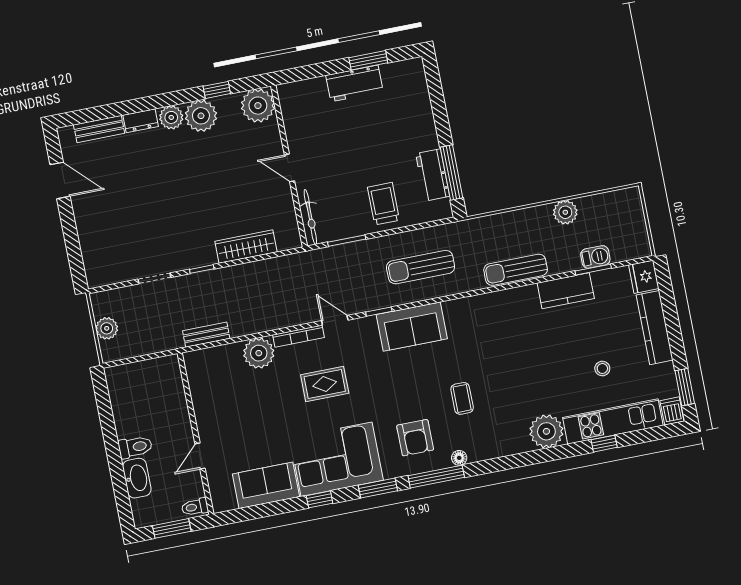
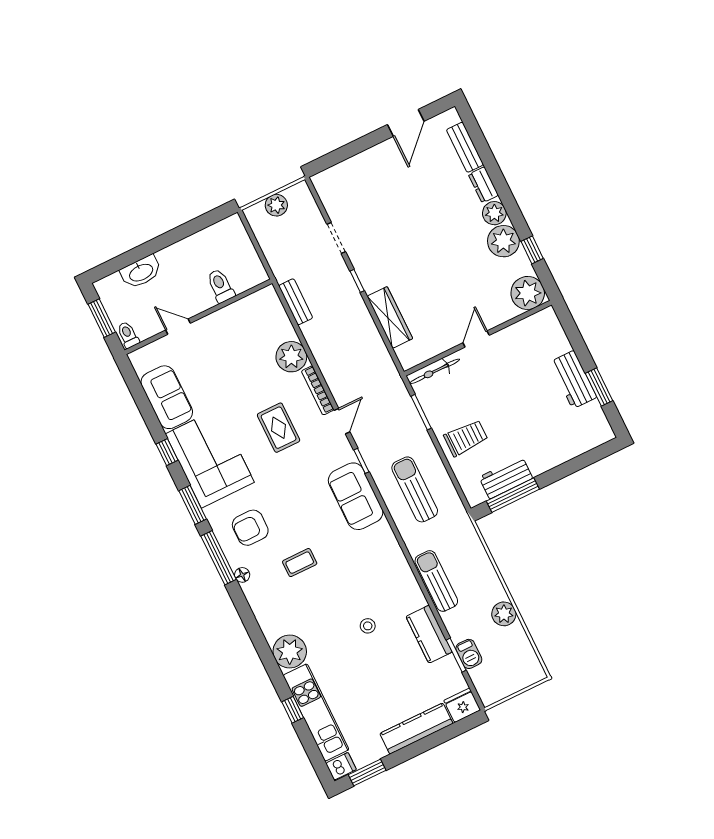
stool: (602, 368) -> (368, 626), moved
toilet: (135, 447) -> (221, 286), moved, turned 180

